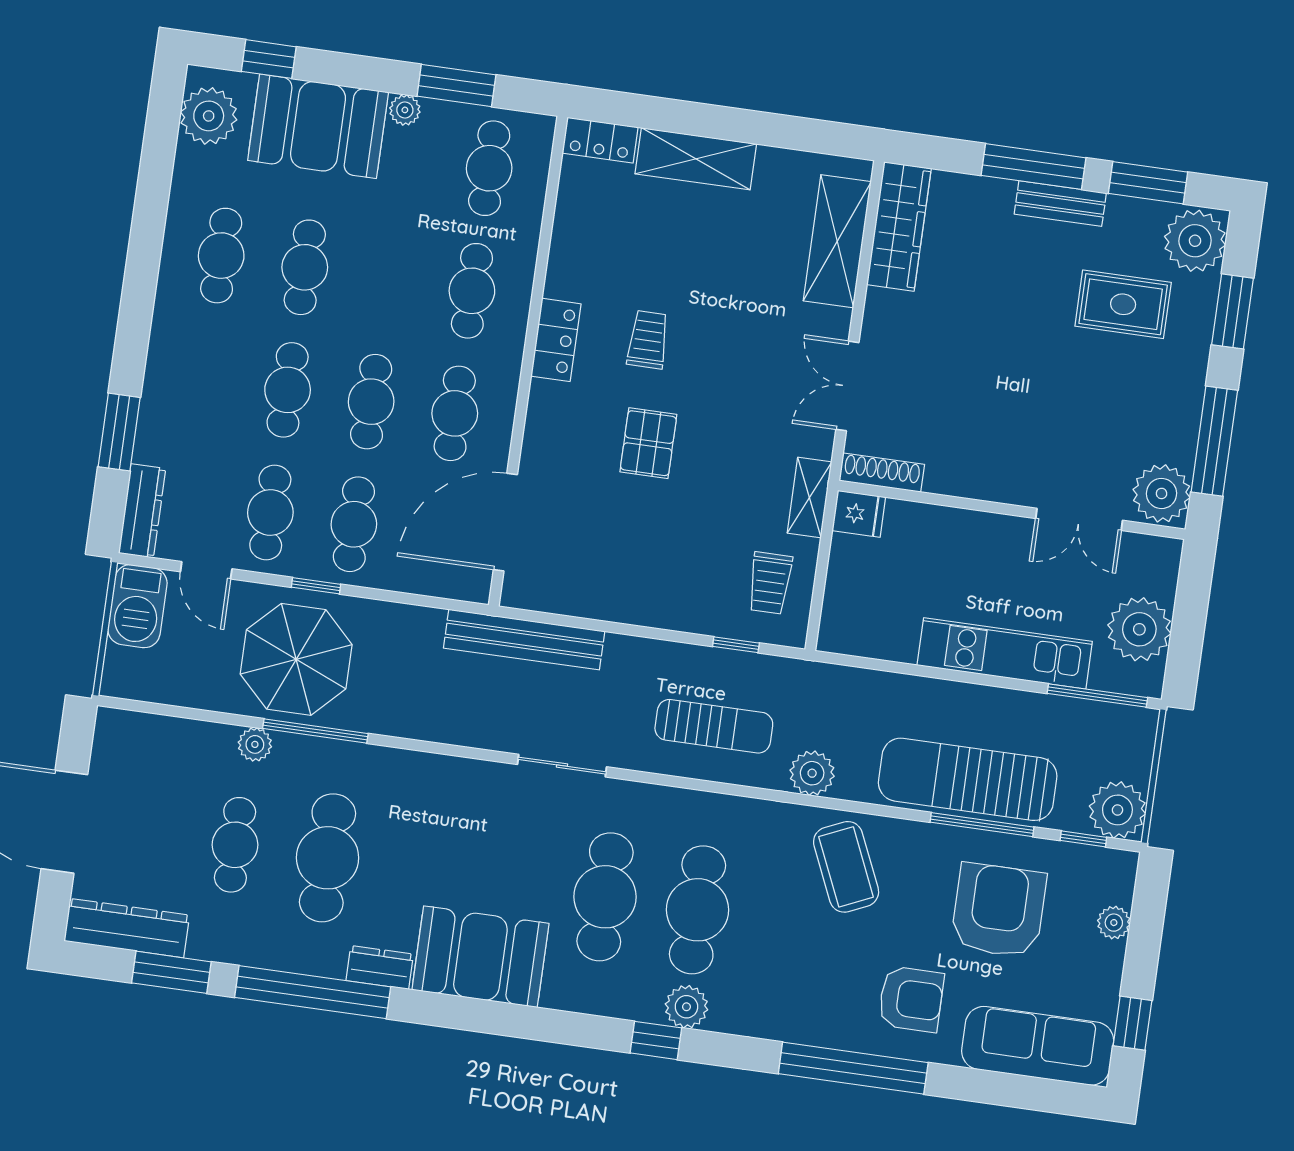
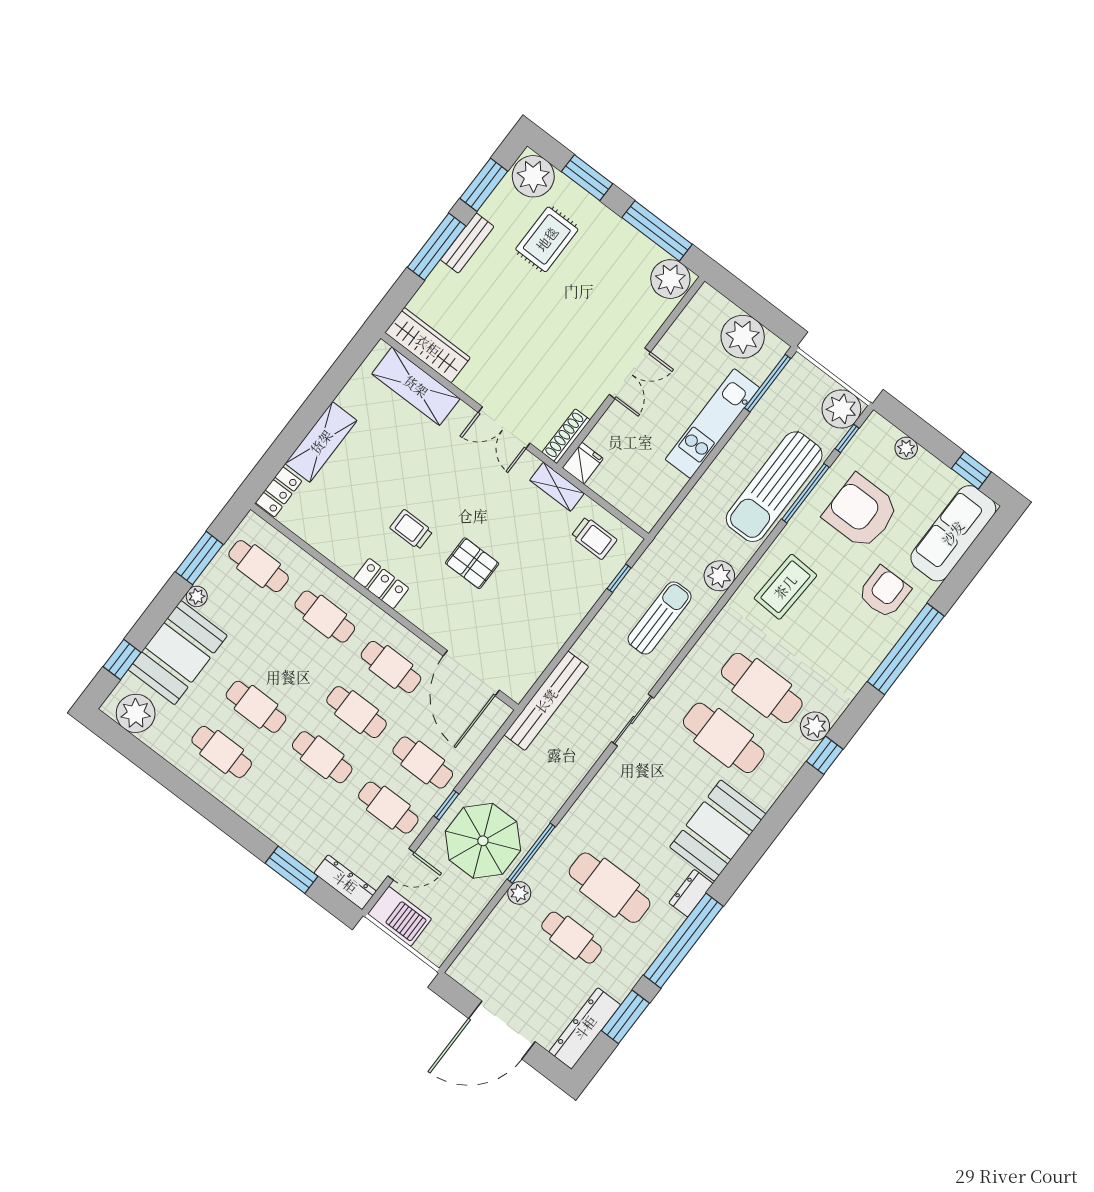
double door: (1079, 519) -> (630, 373), moved
coffee table: (846, 867) -> (785, 587), turned -63

